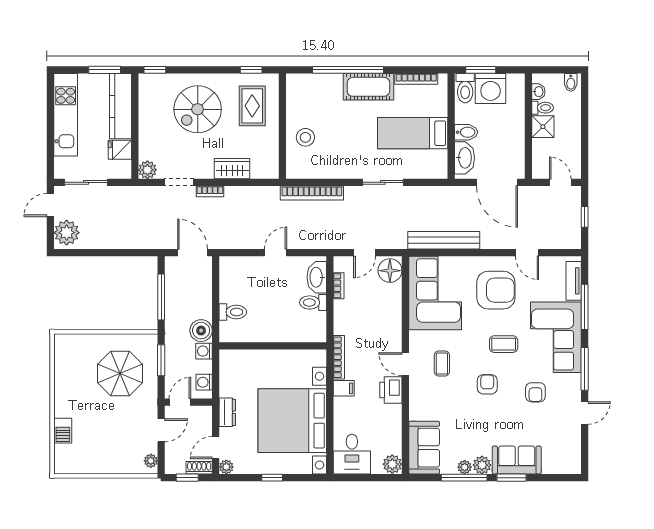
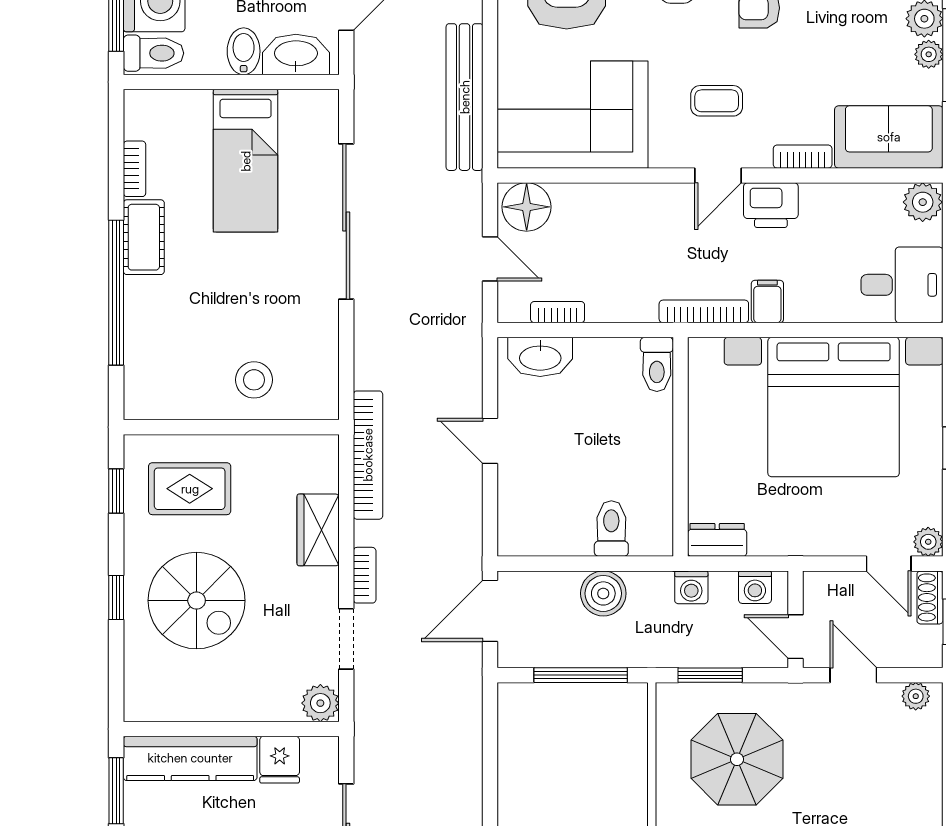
window: (155, 70) -> (116, 598), moved
bookcase: (416, 79) -> (135, 169), width x0.64
cot: (368, 87) -> (144, 237), width x0.73, depth x0.75
sliding door: (383, 182) -> (346, 221), width x1.86
bookcase: (312, 193) -> (368, 455), moved
toilet: (313, 302) -> (657, 364), moved
boiler: (201, 331) -> (603, 593), moved
bookcase: (415, 406) -> (803, 157), added
dresser: (227, 412) -> (717, 540), moved

